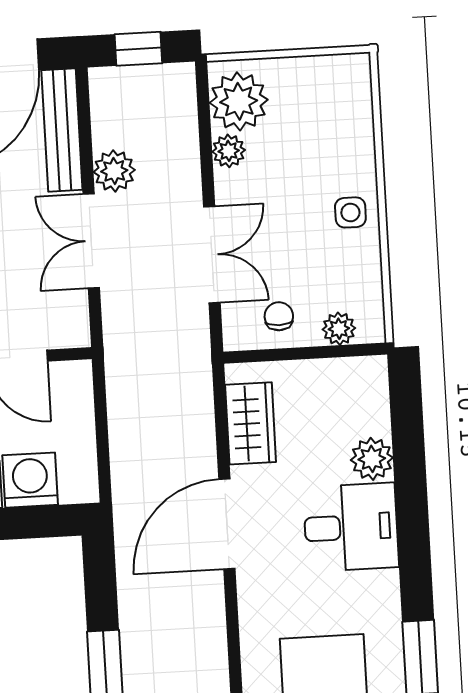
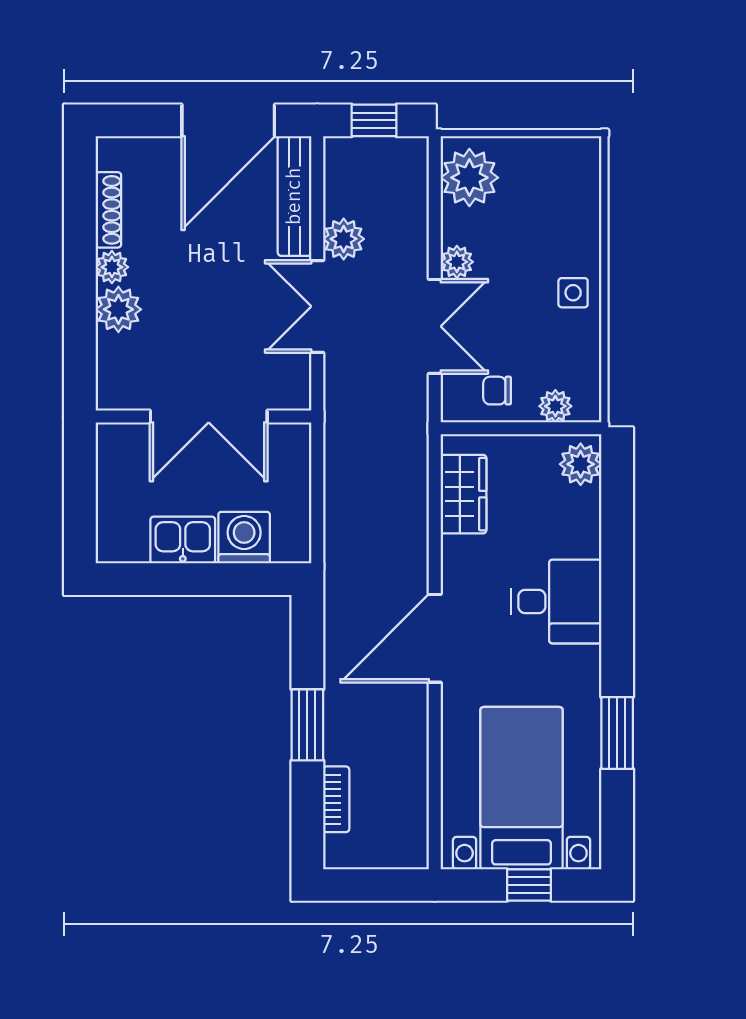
plant: (229, 151) -> (457, 262), moved
chair: (279, 316) -> (497, 391), turned -90
plant: (372, 459) -> (581, 464), moved
door: (227, 524) -> (435, 638), moved

